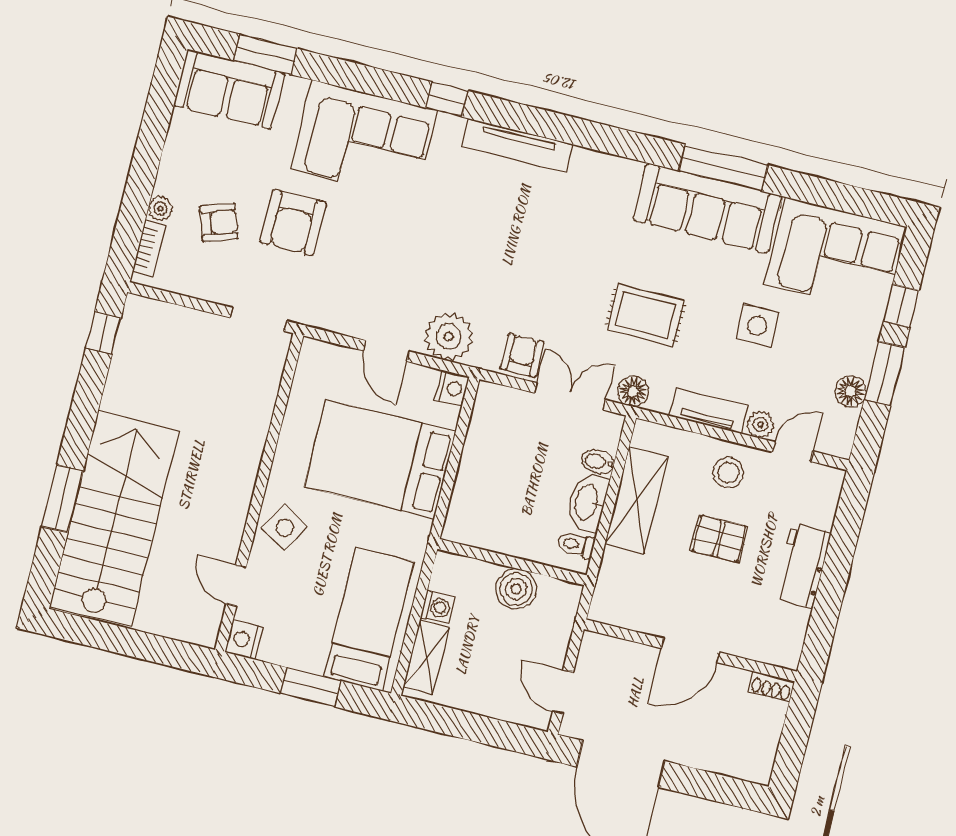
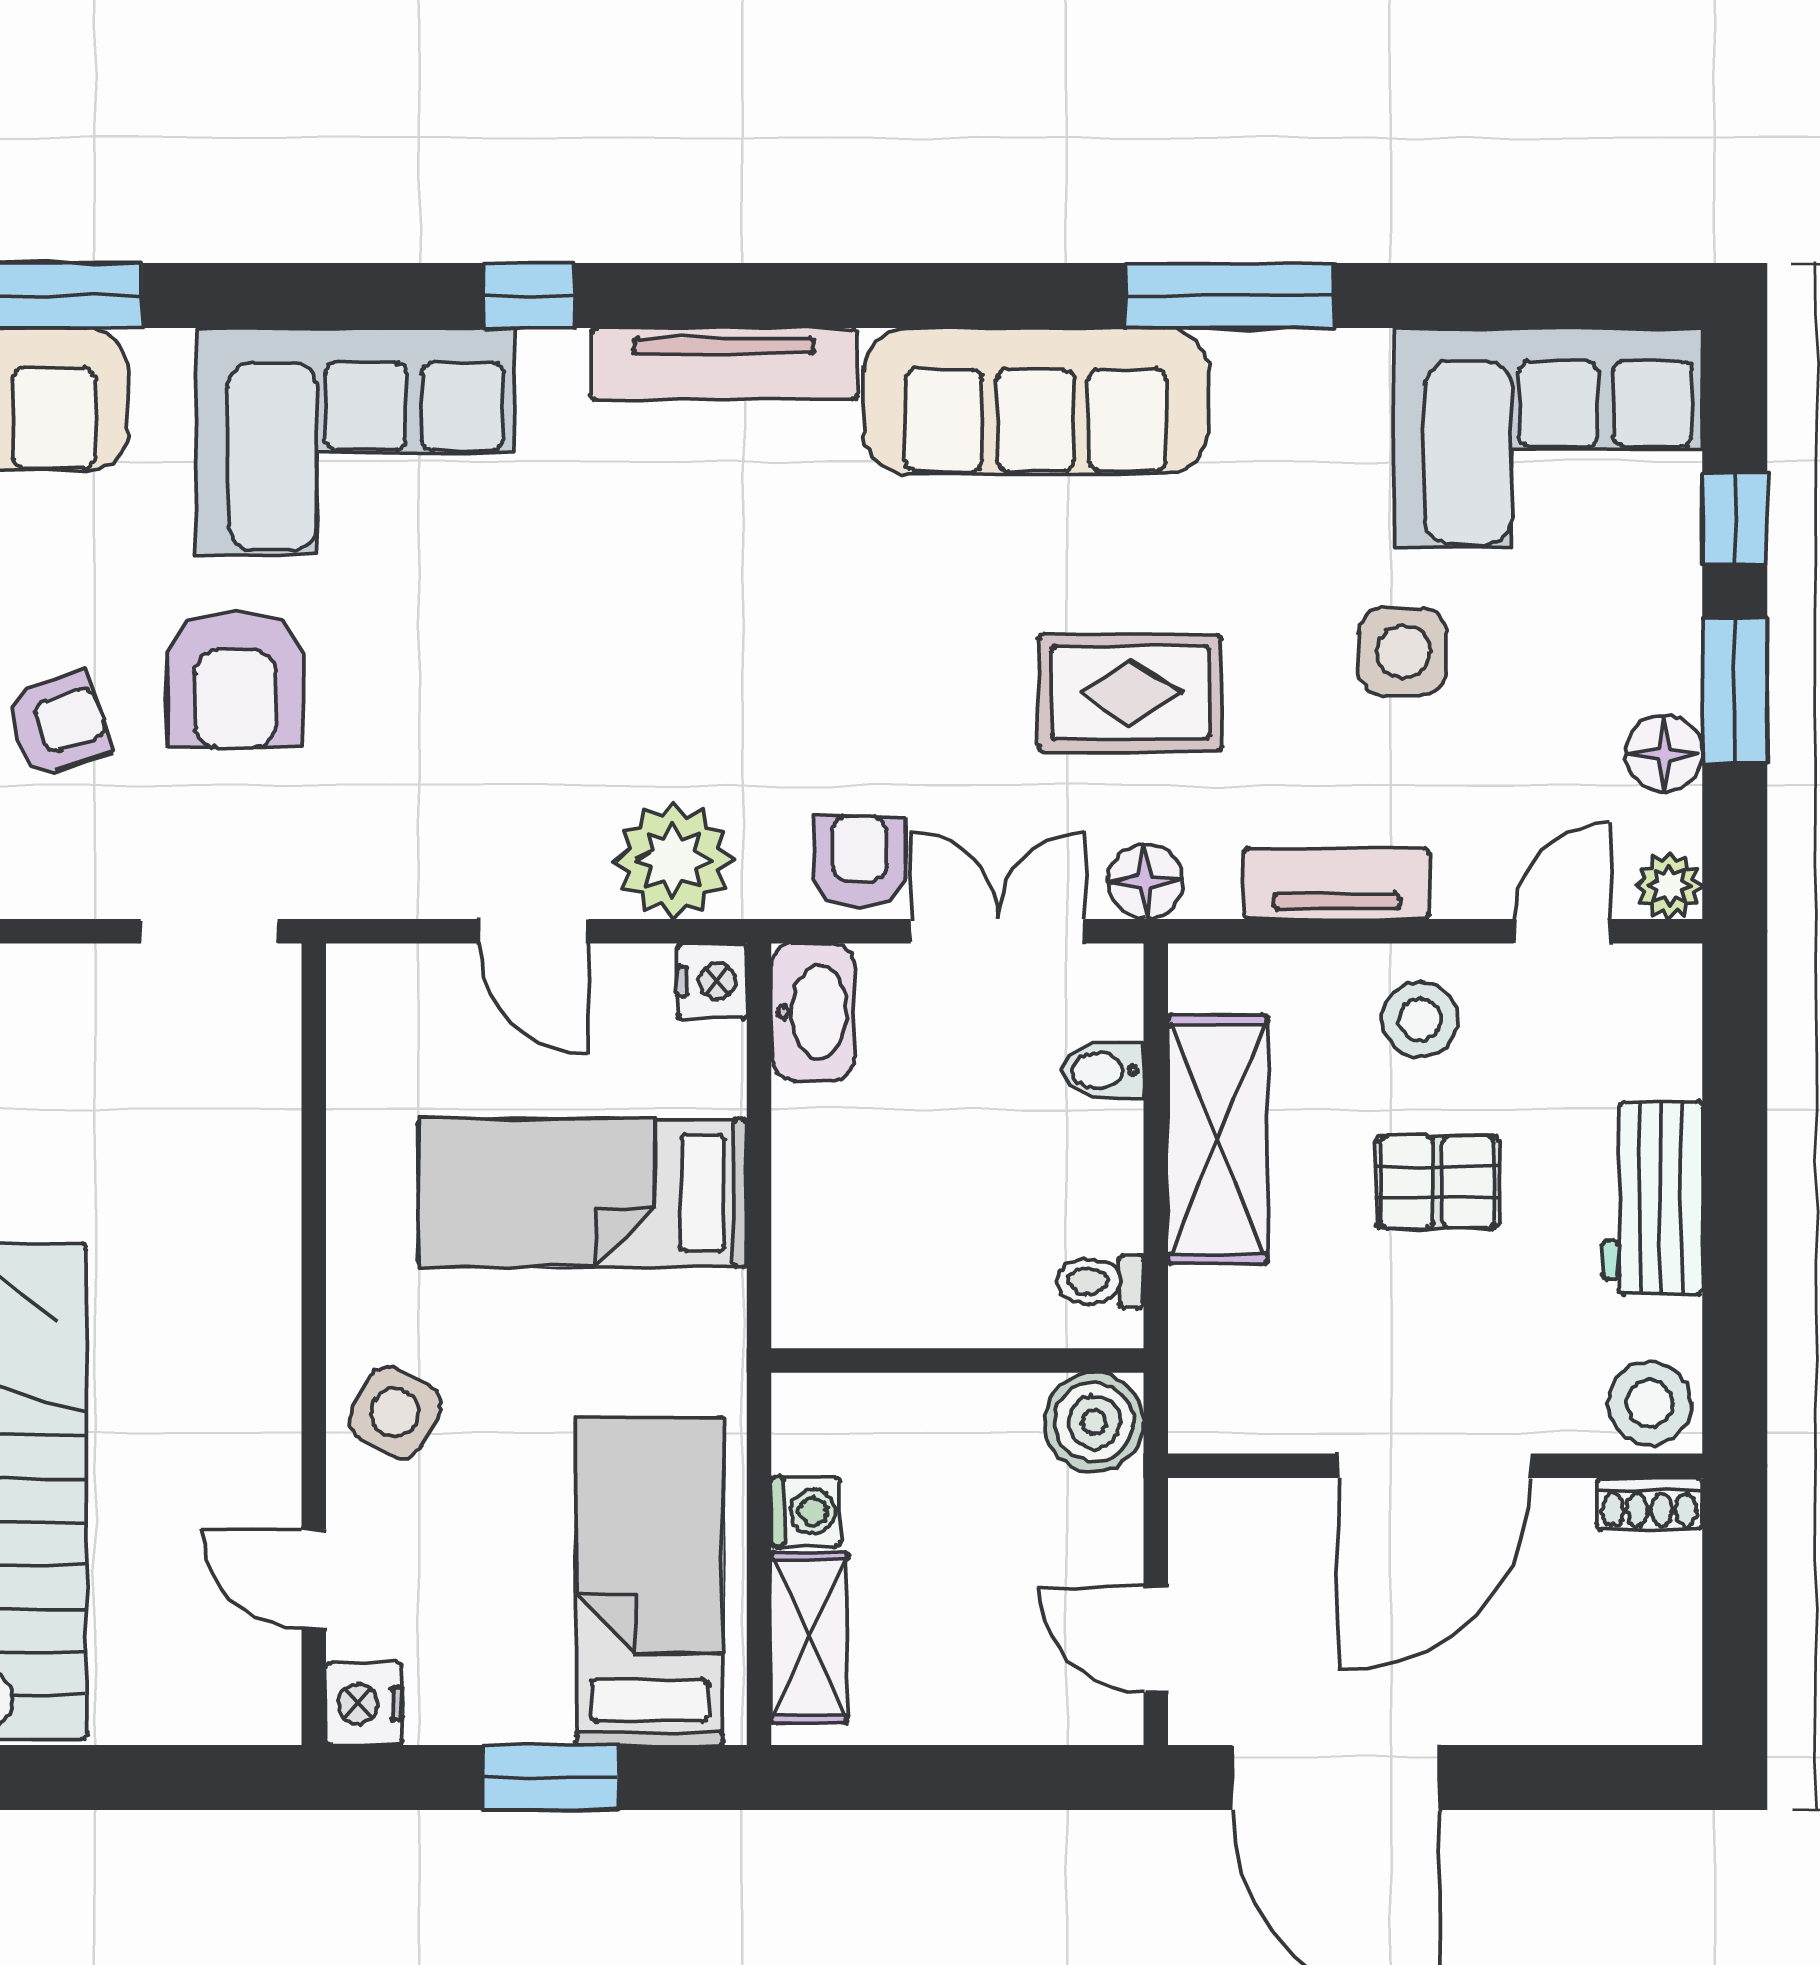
sofa: (708, 208) -> (1036, 401), moved
plant: (760, 425) -> (1669, 886), moved
bed: (380, 459) -> (583, 1193), width x0.67
washbasin: (587, 502) -> (813, 1012), moved, turned 180
boiler: (516, 589) -> (1094, 1422), moved
stool: (781, 647) -> (1650, 1404), added
door: (690, 650) -> (1435, 1466), width x1.36

